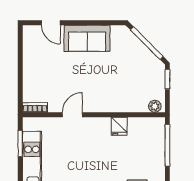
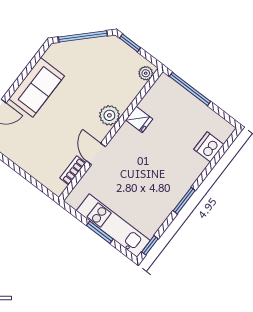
plant: (106, 104) -> (109, 115), added
bookcase: (35, 107) -> (73, 170), moved
window: (20, 143) -> (100, 232), moved

